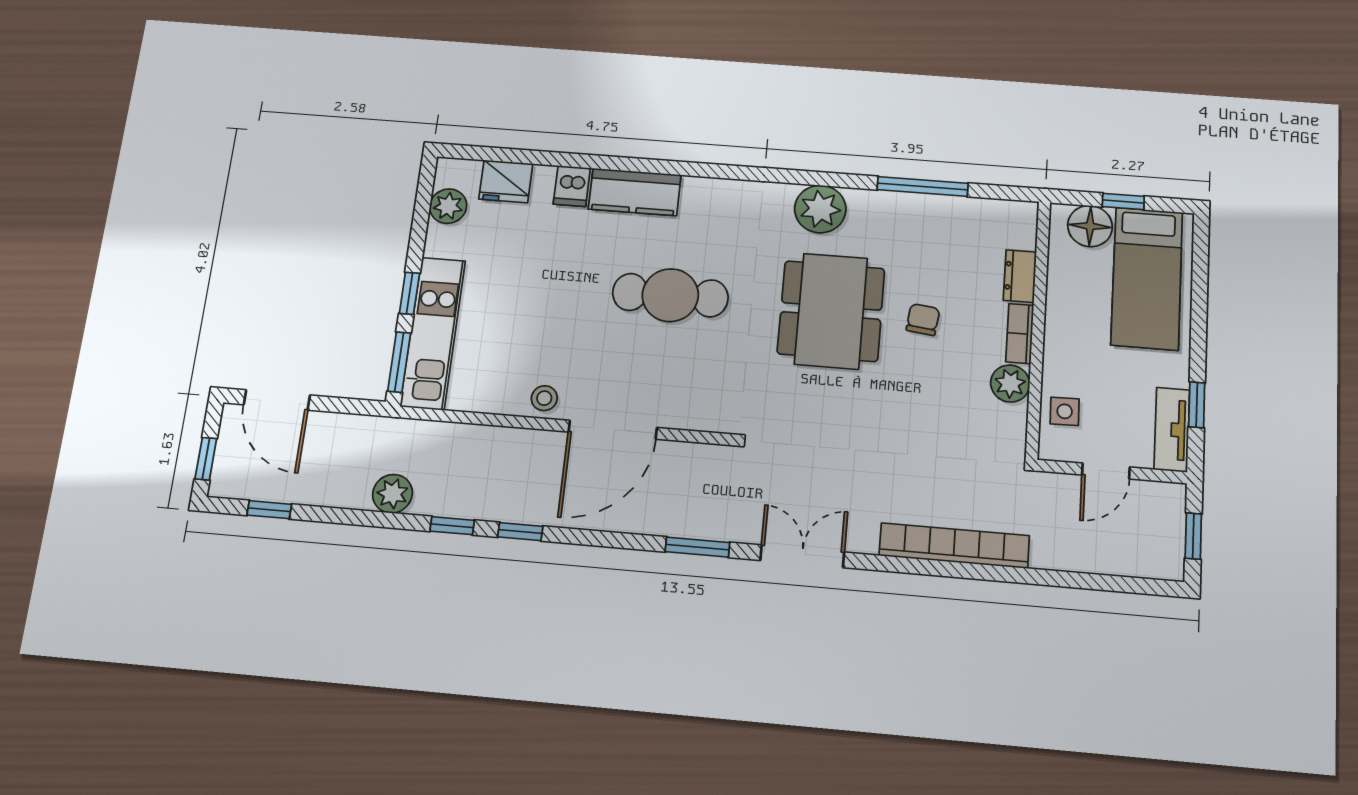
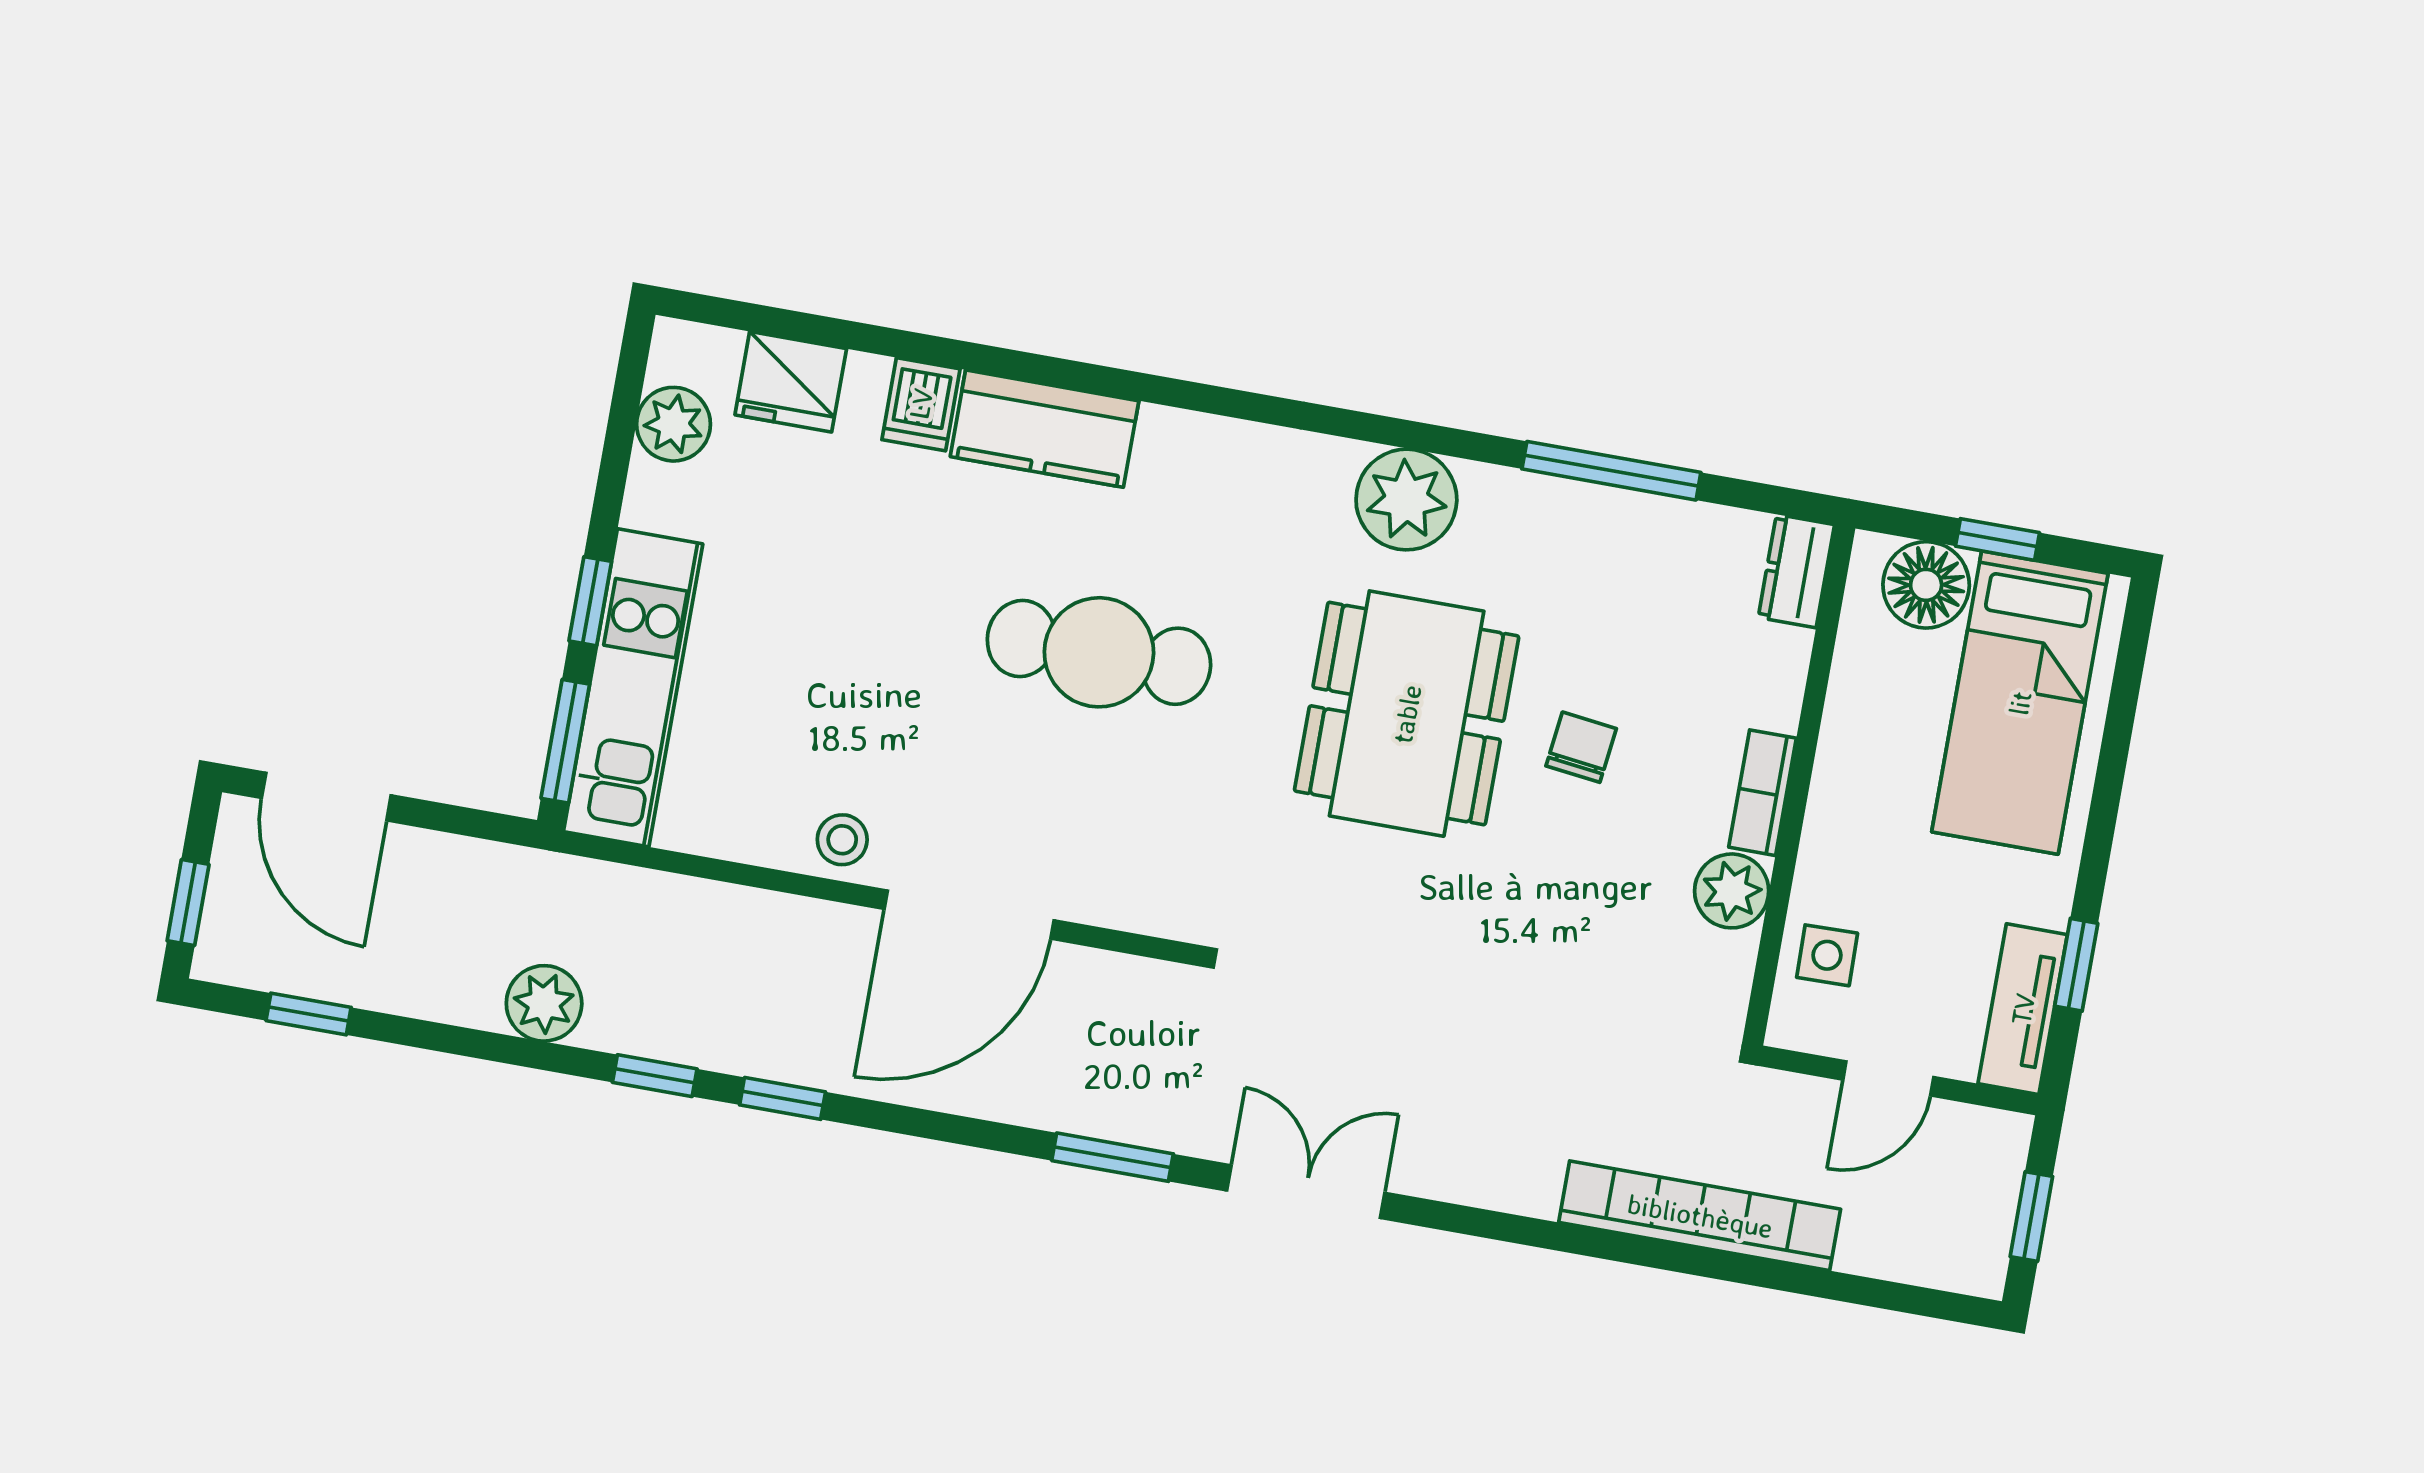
dresser: (1020, 276) -> (1796, 571), moved
bookcase: (954, 546) -> (1700, 1216), moved

